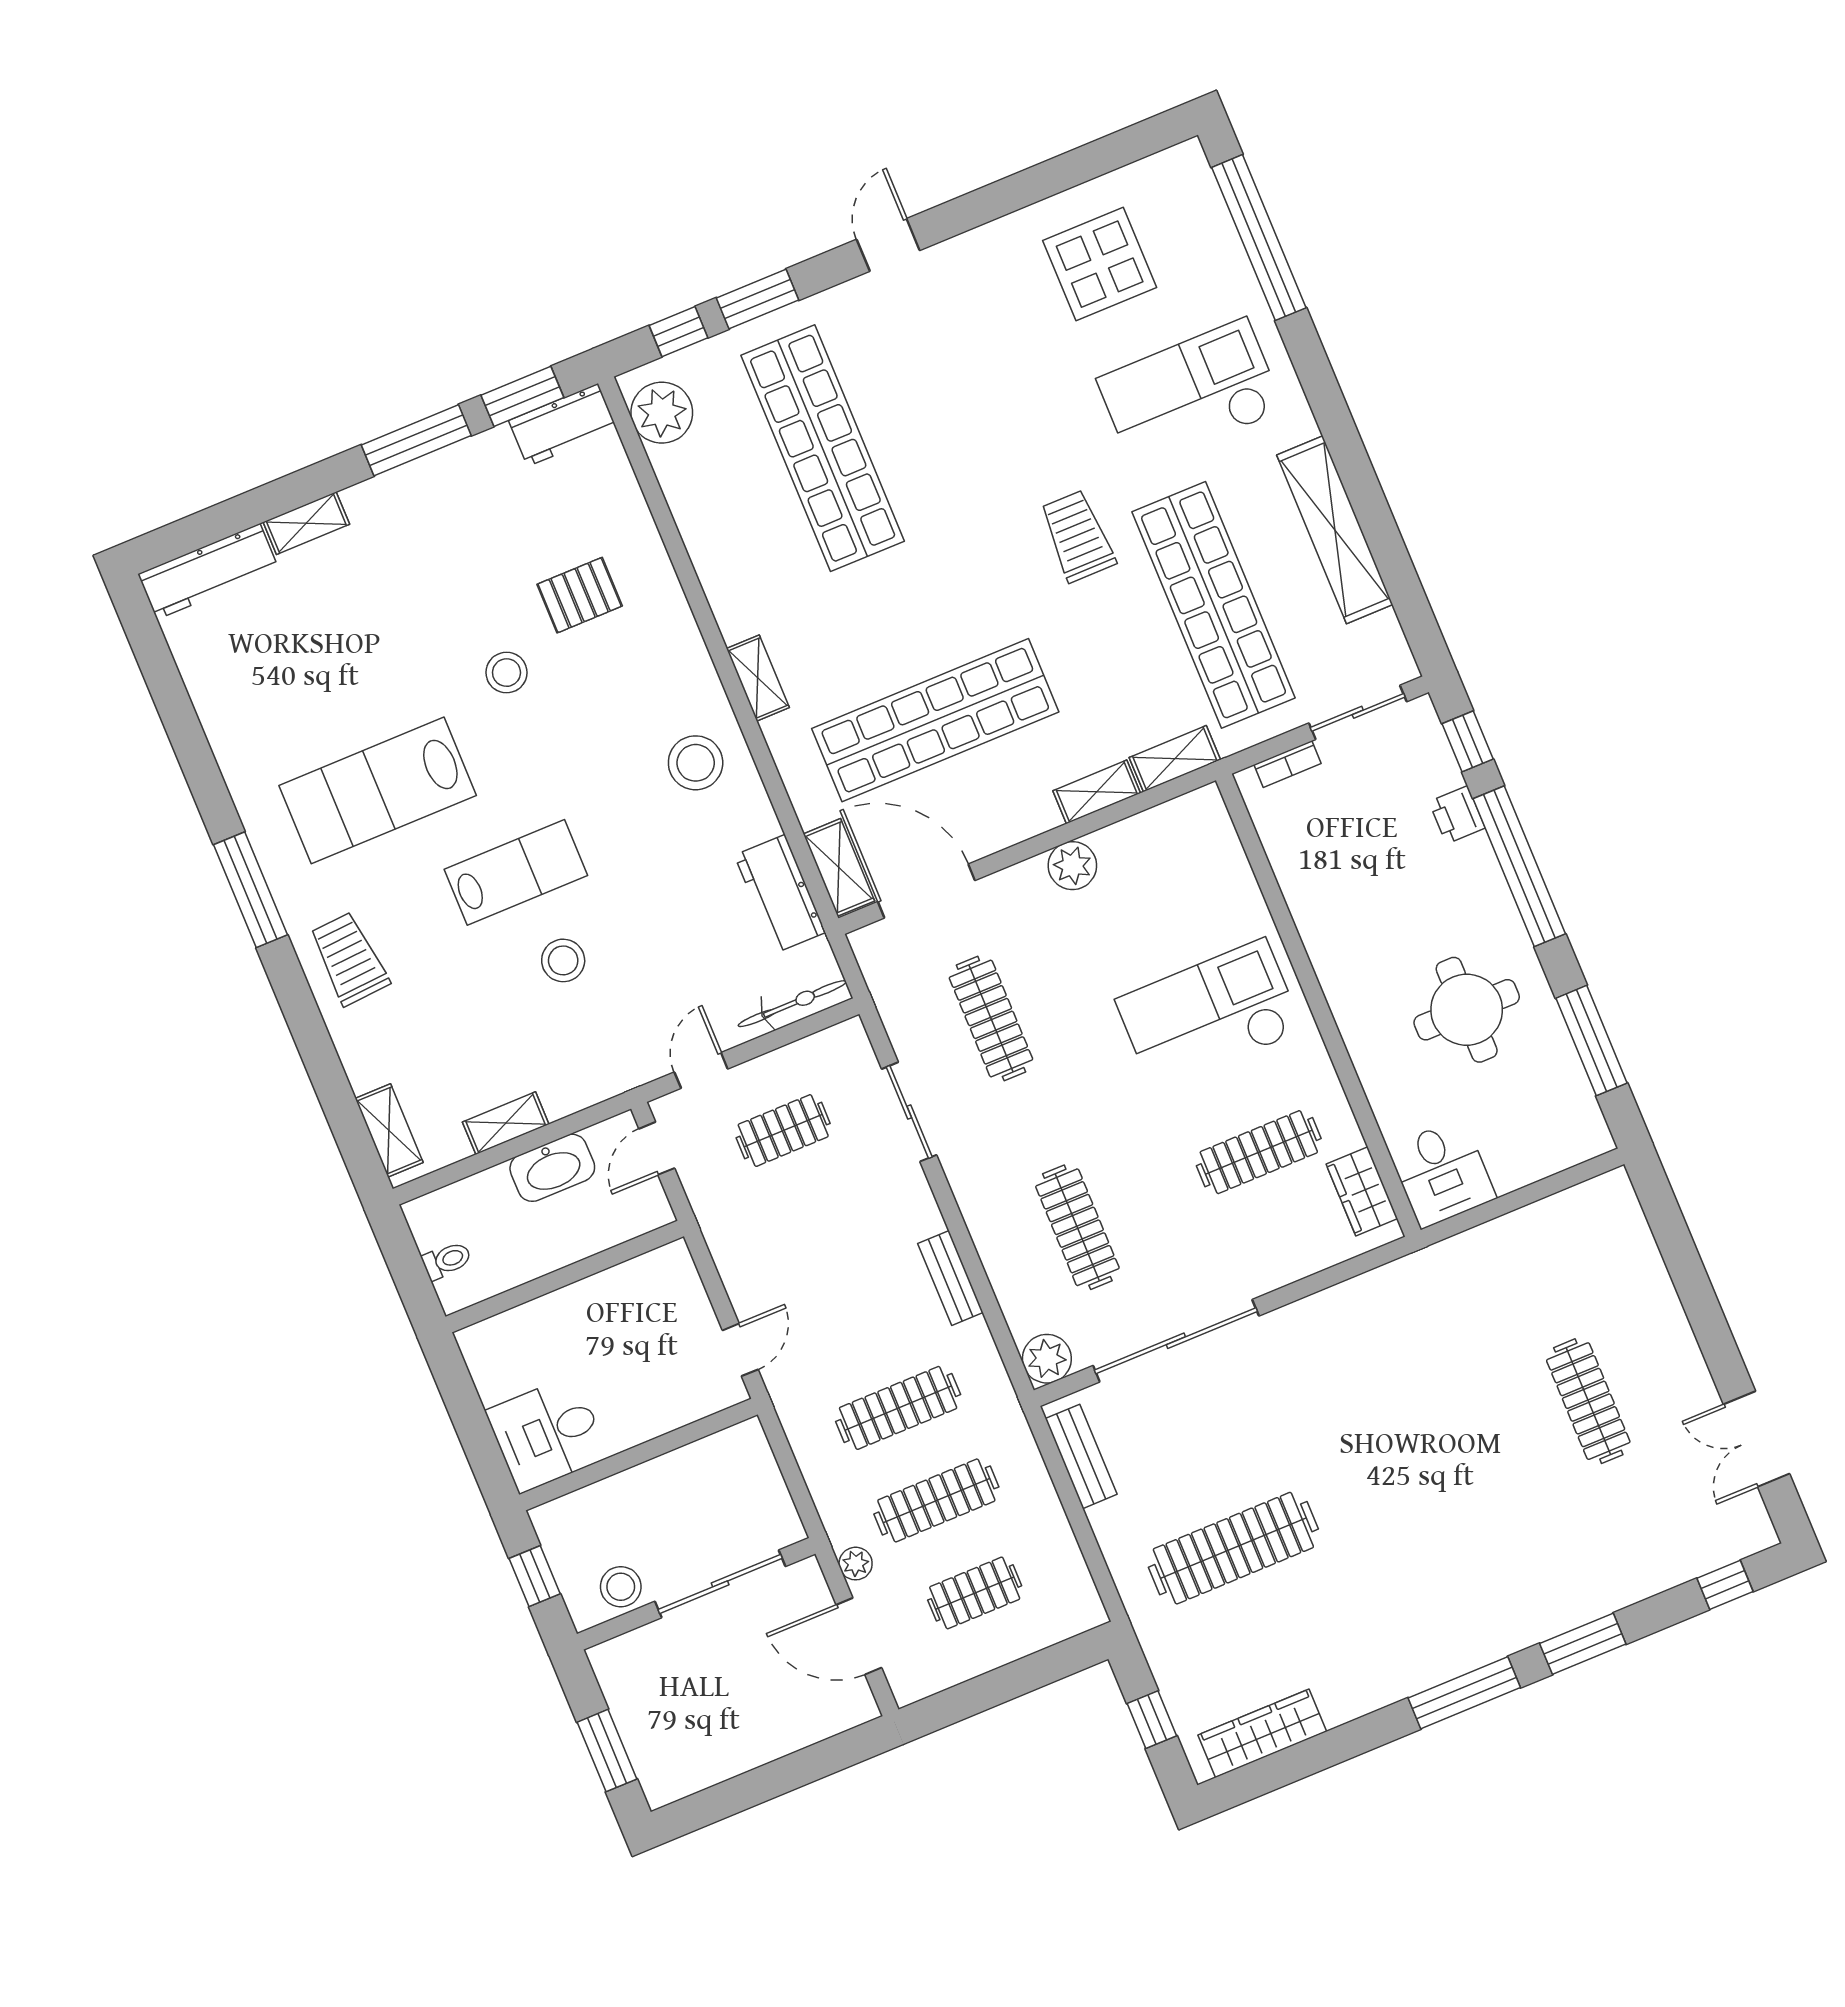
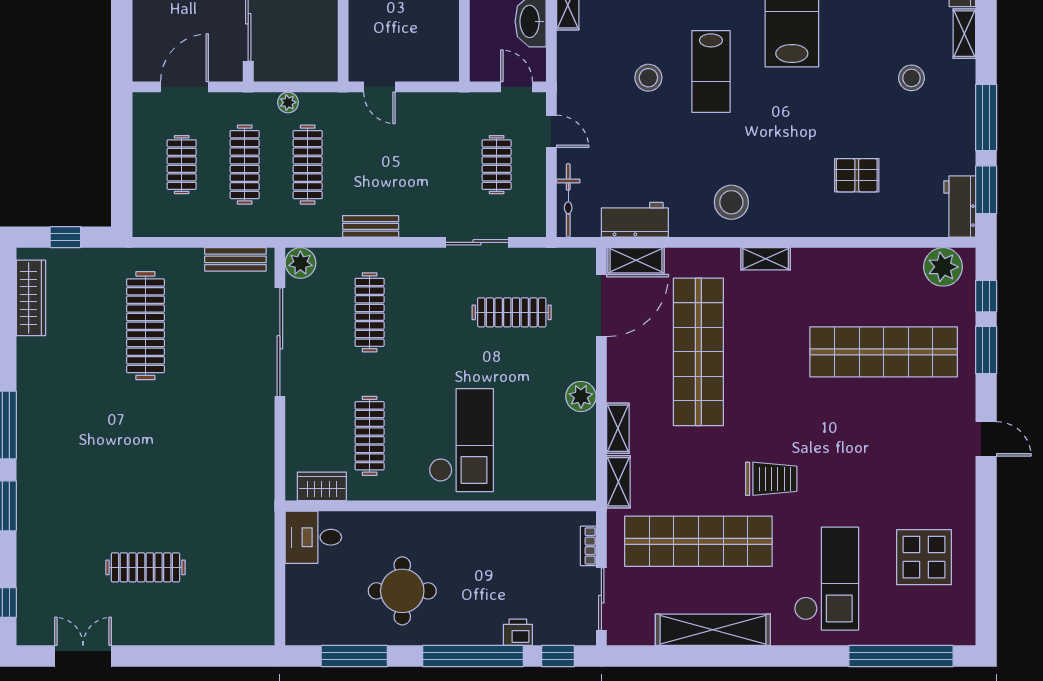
pallet: (580, 595) -> (857, 175), turned 90
stool: (506, 673) -> (911, 78), moved
clothes rail: (1077, 1227) -> (370, 312), turned 90
plant: (856, 1564) -> (288, 102), moved

